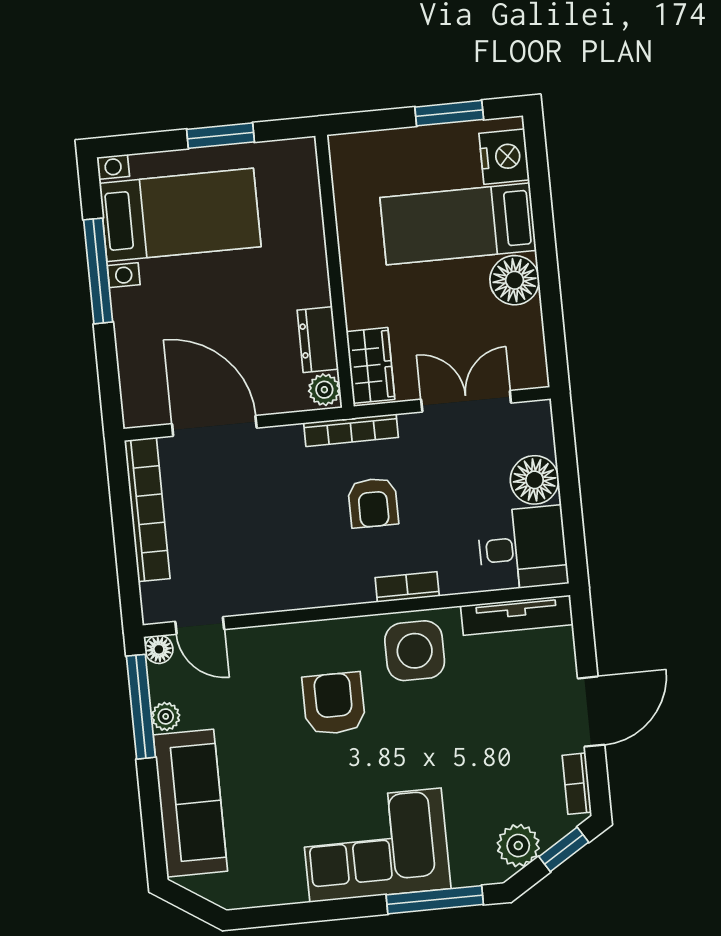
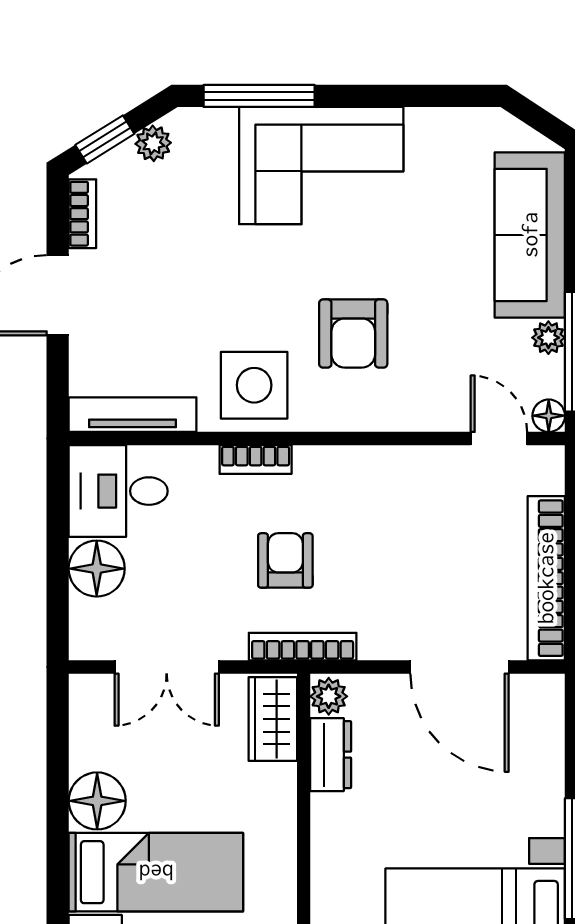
plant: (518, 846) -> (153, 143), width x0.73, depth x0.73

